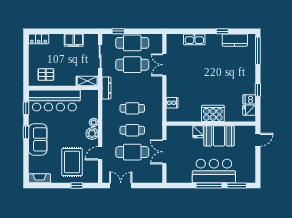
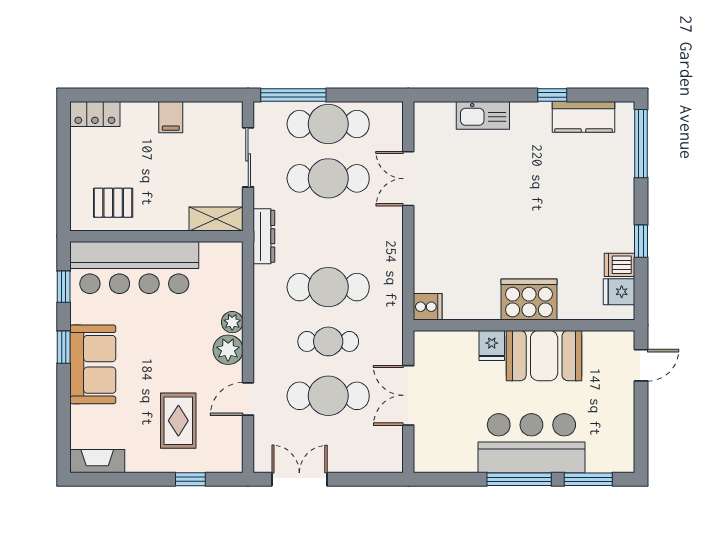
window: (118, 31) -> (293, 95), width x2.17
filing cabinet: (74, 40) -> (171, 117), width x0.50
cooker: (172, 103) -> (428, 307), moved
cafe table: (132, 108) -> (328, 287), width x1.37, depth x1.35
rug: (72, 162) -> (178, 421), width x0.73, depth x0.70

